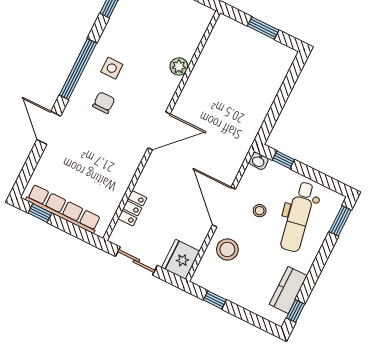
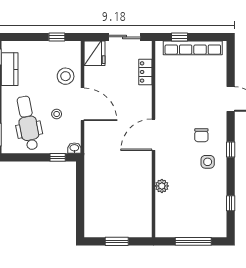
window: (78, 69) -> (231, 150), width x0.32
window: (40, 213) -> (180, 37), moved

